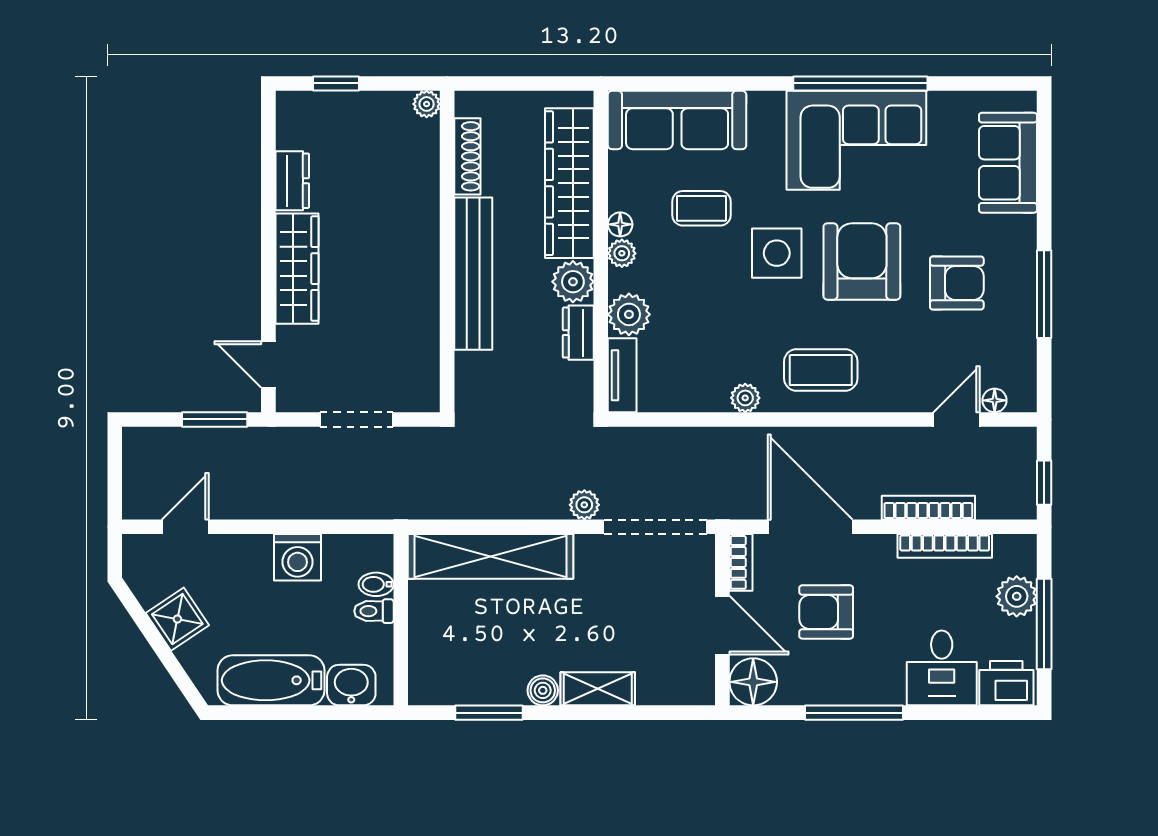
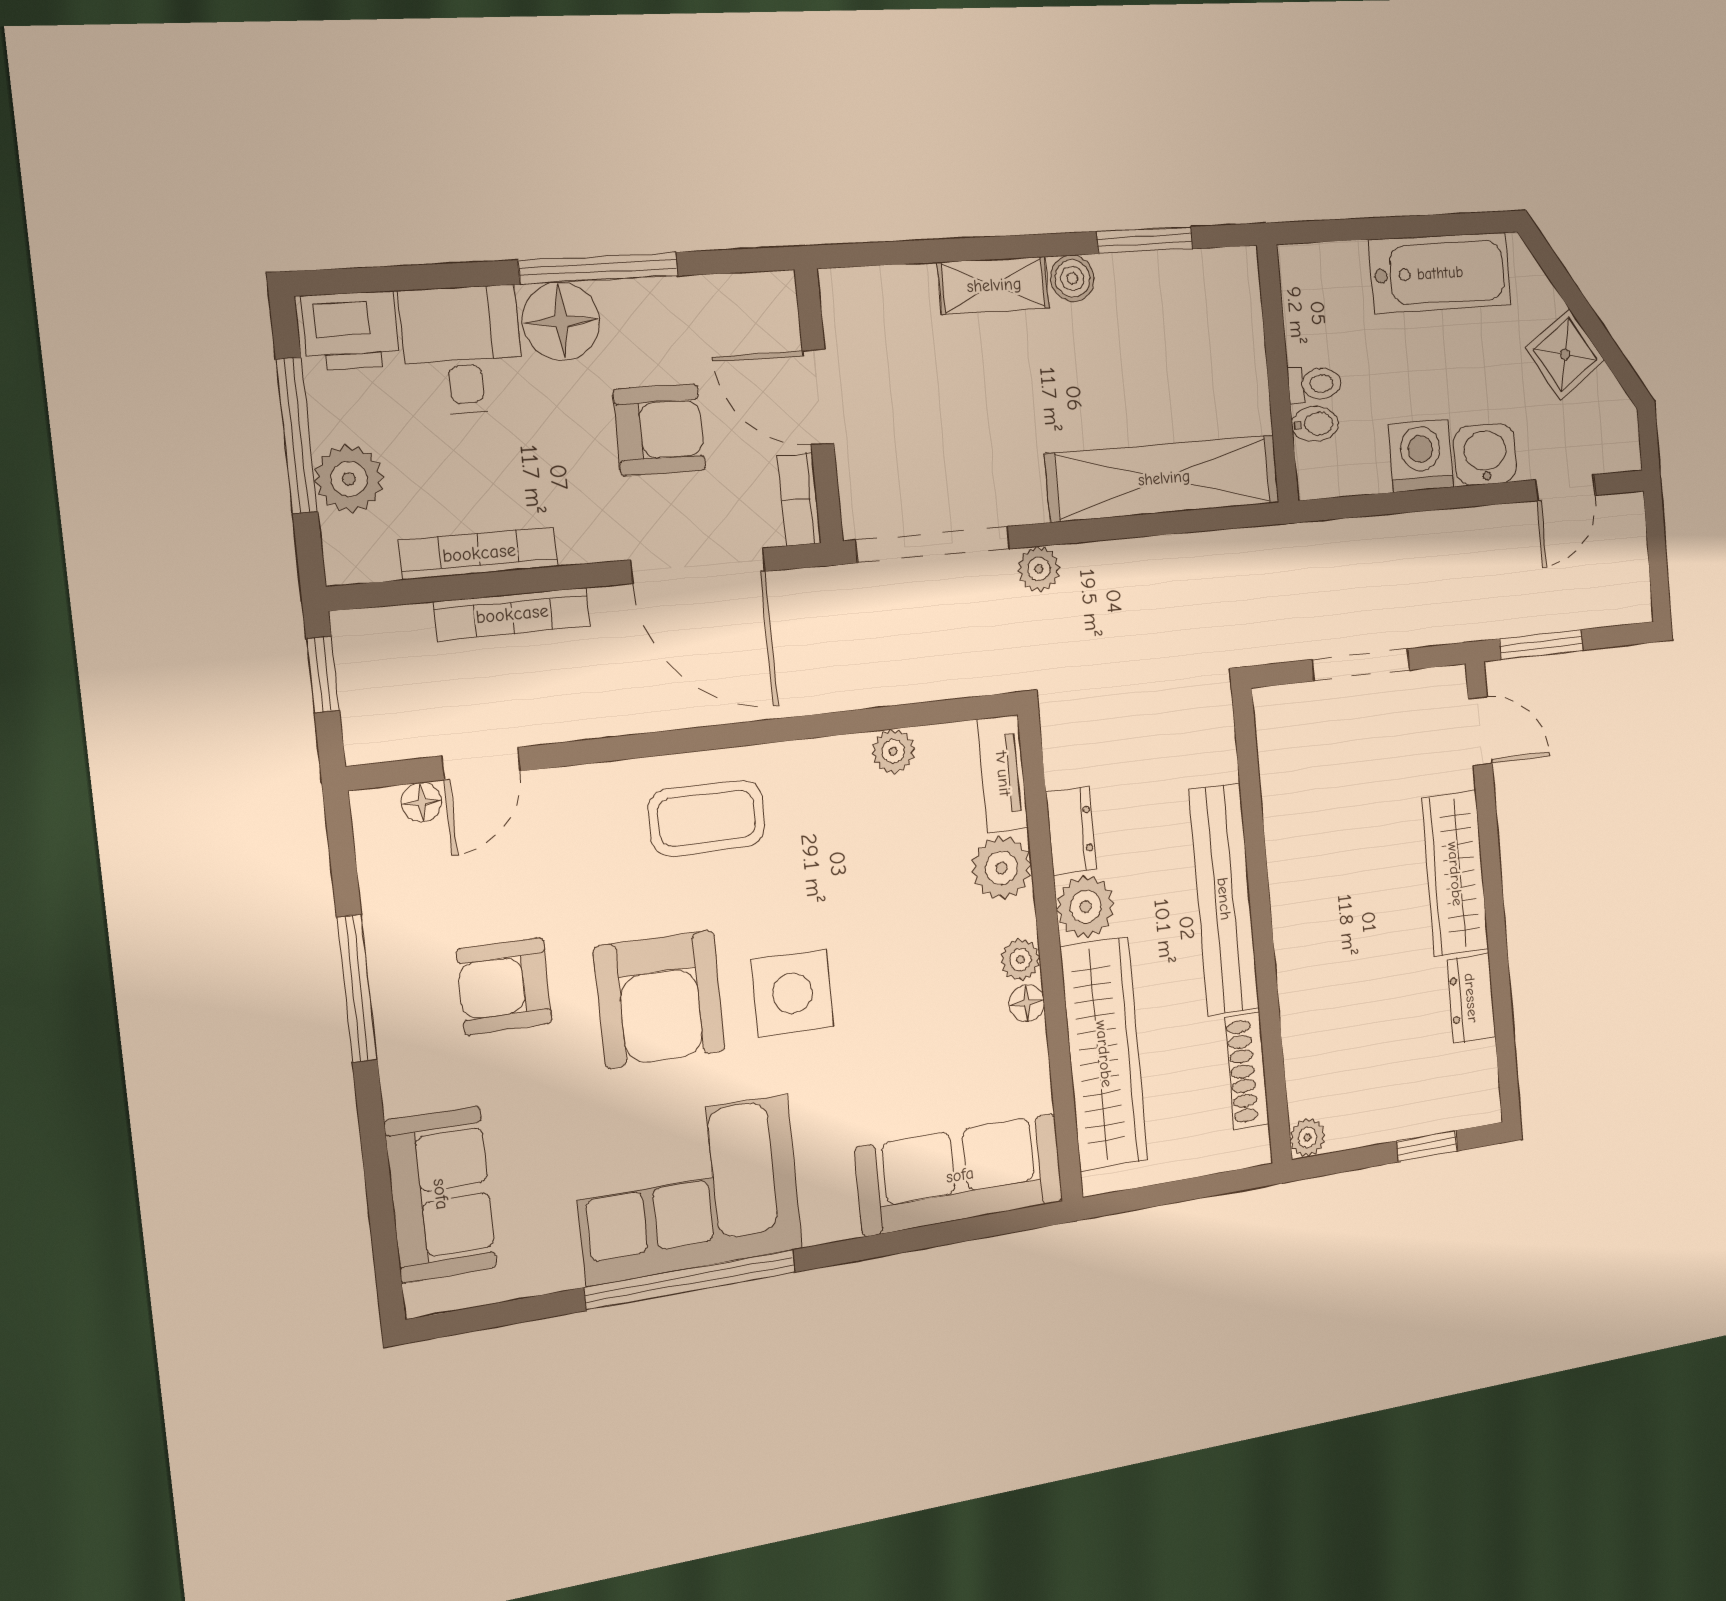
coffee table: (701, 208) -> (911, 1046), removed
plant: (745, 398) -> (893, 751), moved
floor lamp: (753, 682) -> (561, 321), moved
washbasin: (351, 685) -> (1485, 455), moved, turned 180

